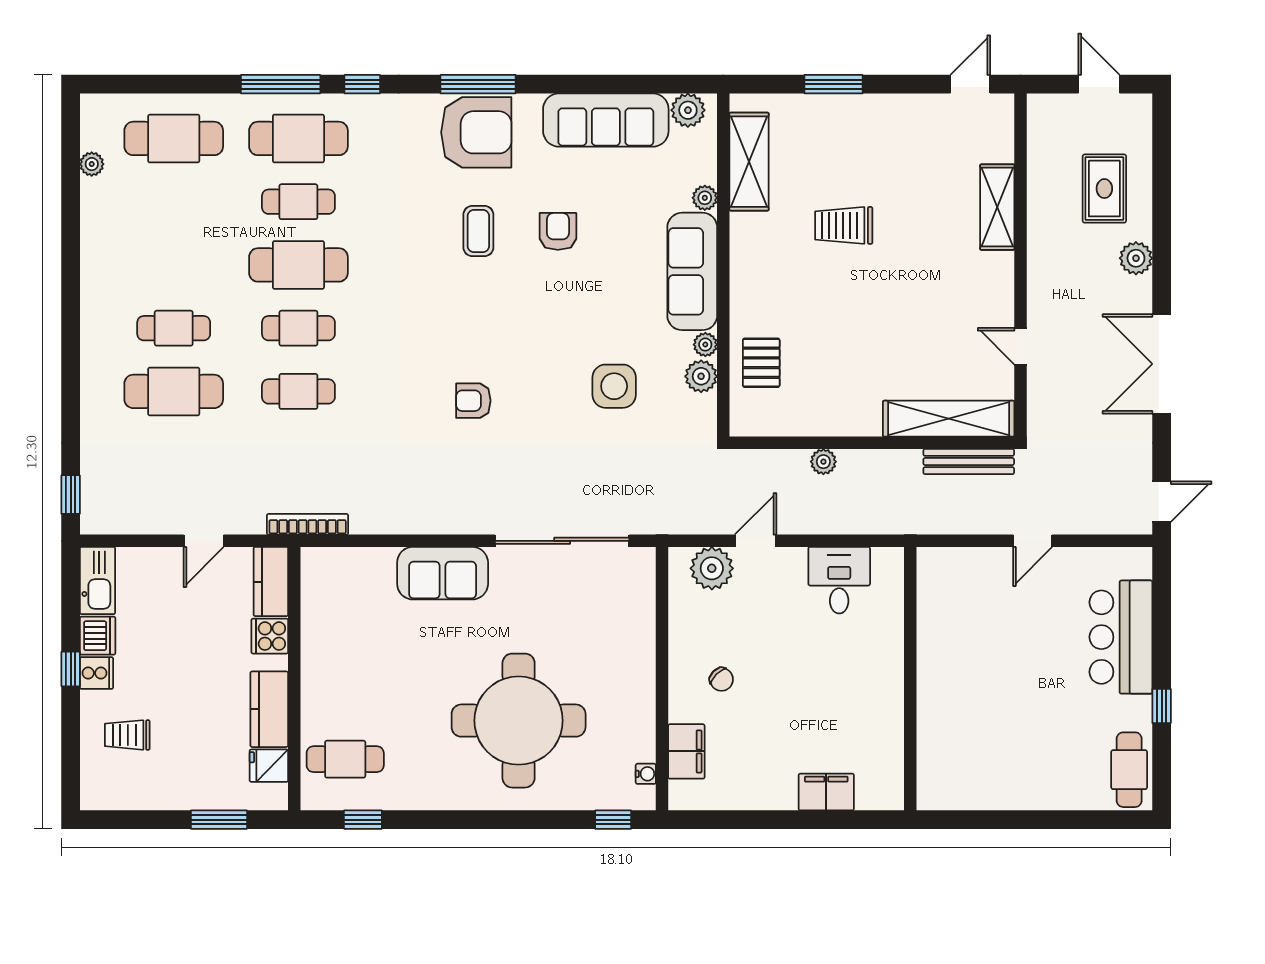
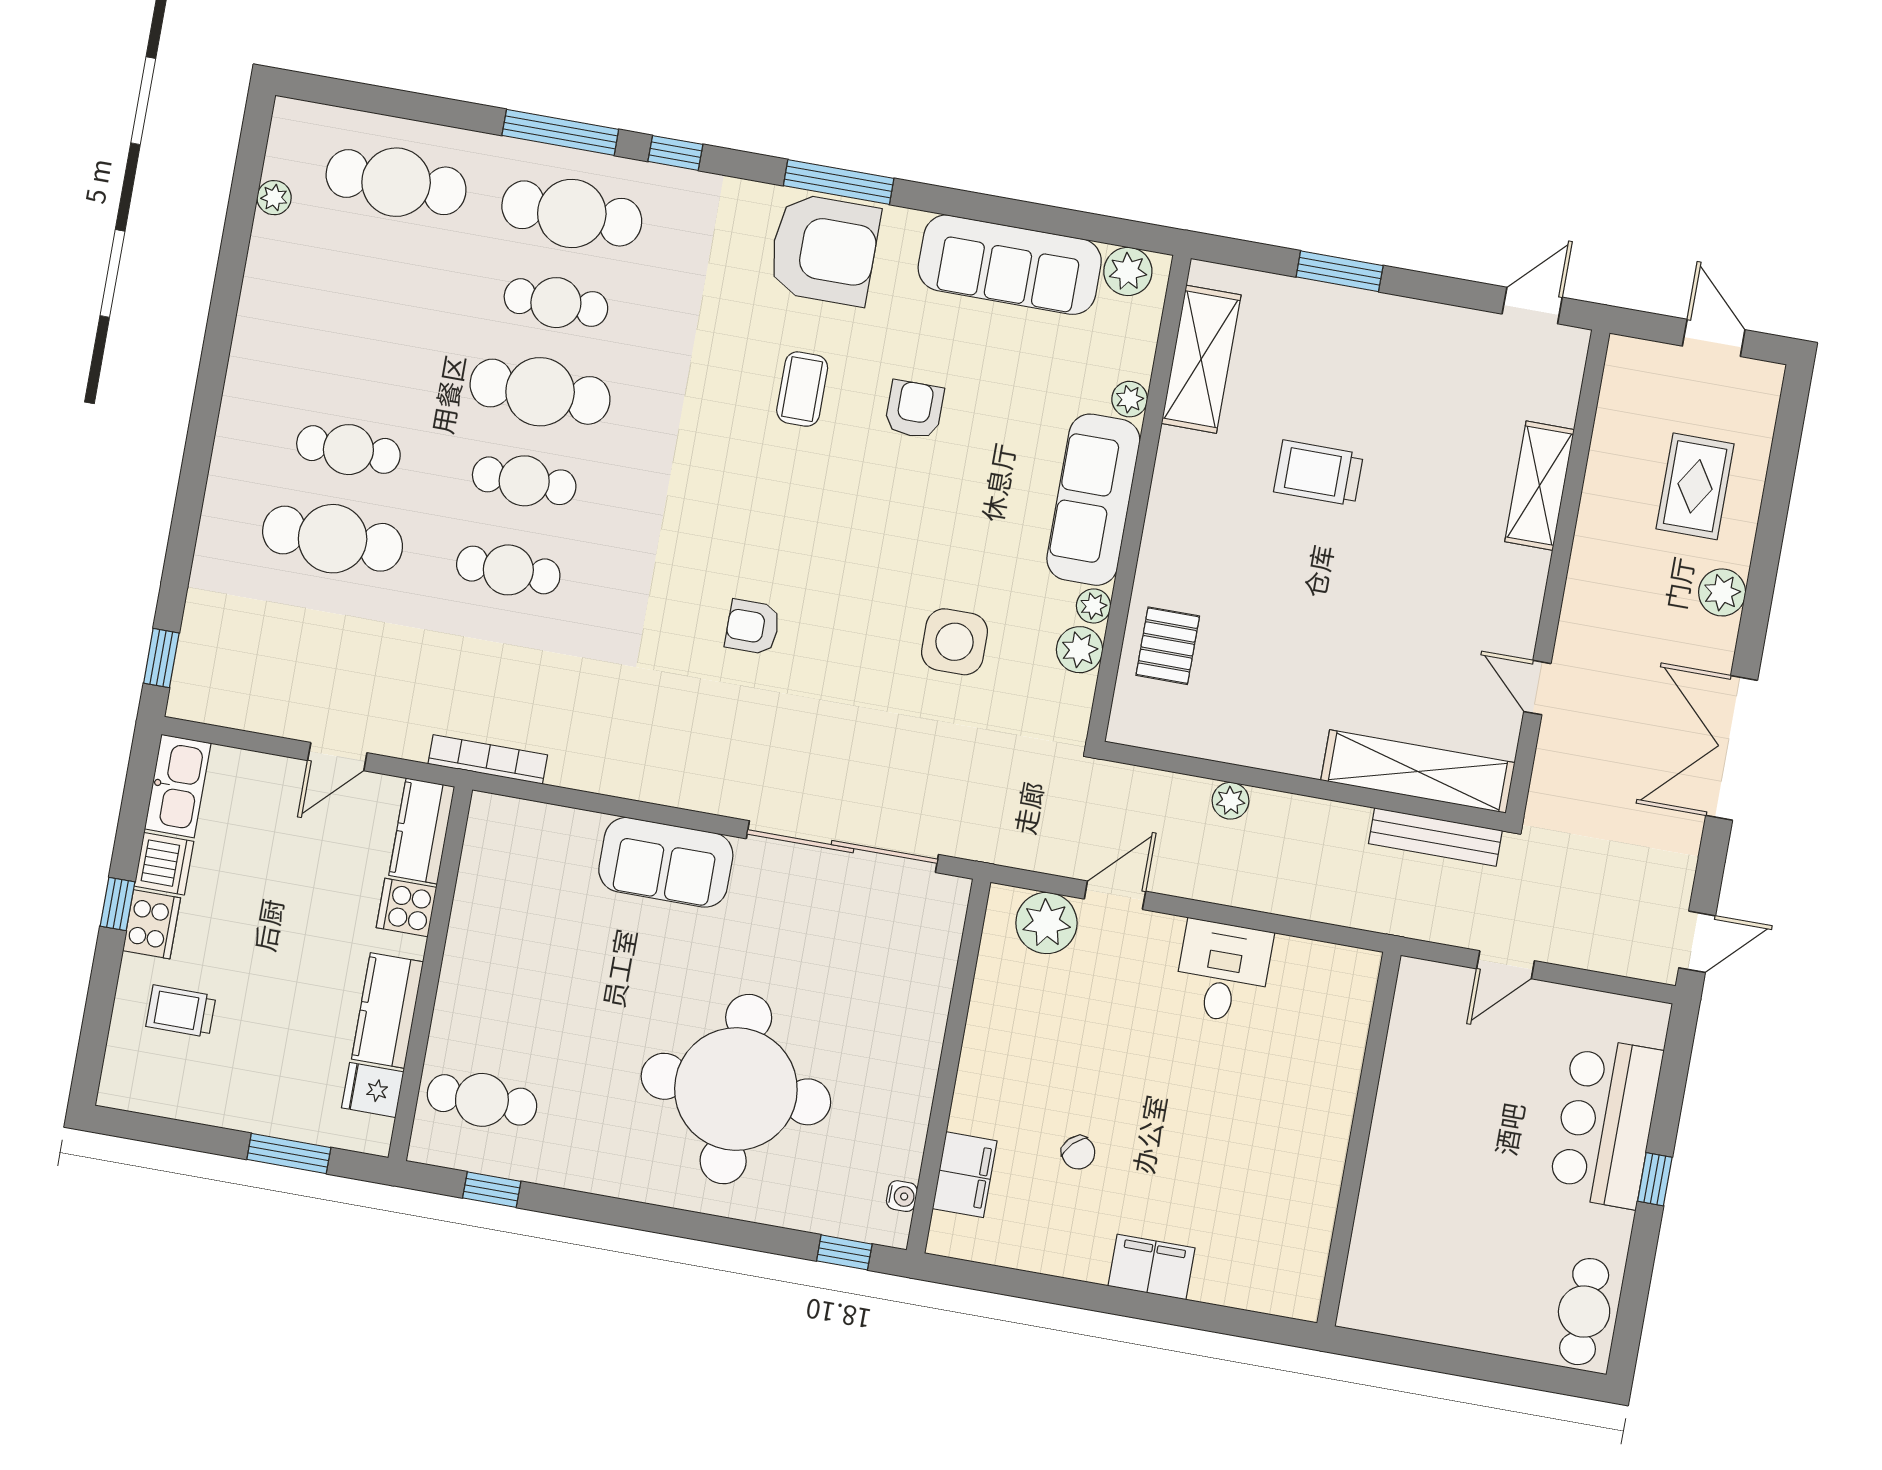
cooker: (97, 673) -> (152, 924), width x1.36
chair: (721, 679) -> (1078, 1153), moved
wall: (910, 679) -> (1359, 1139), moved
window: (1162, 706) -> (1655, 1179), moved

